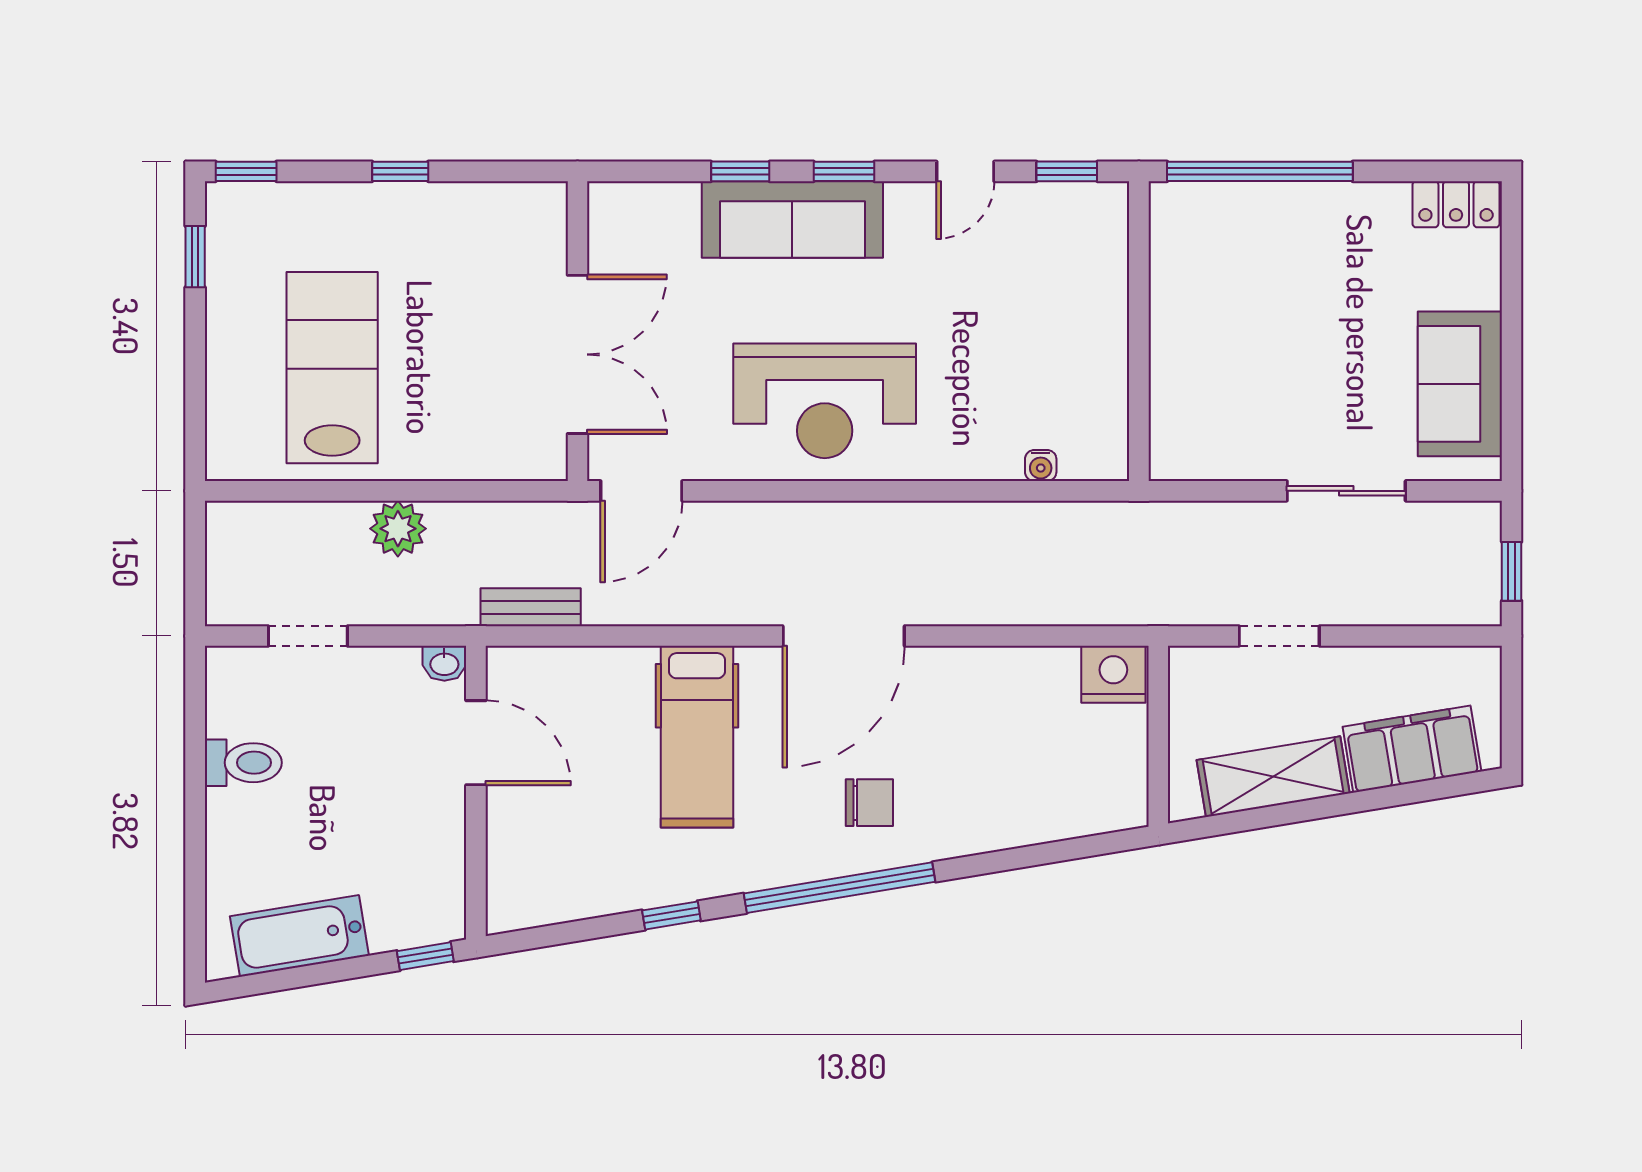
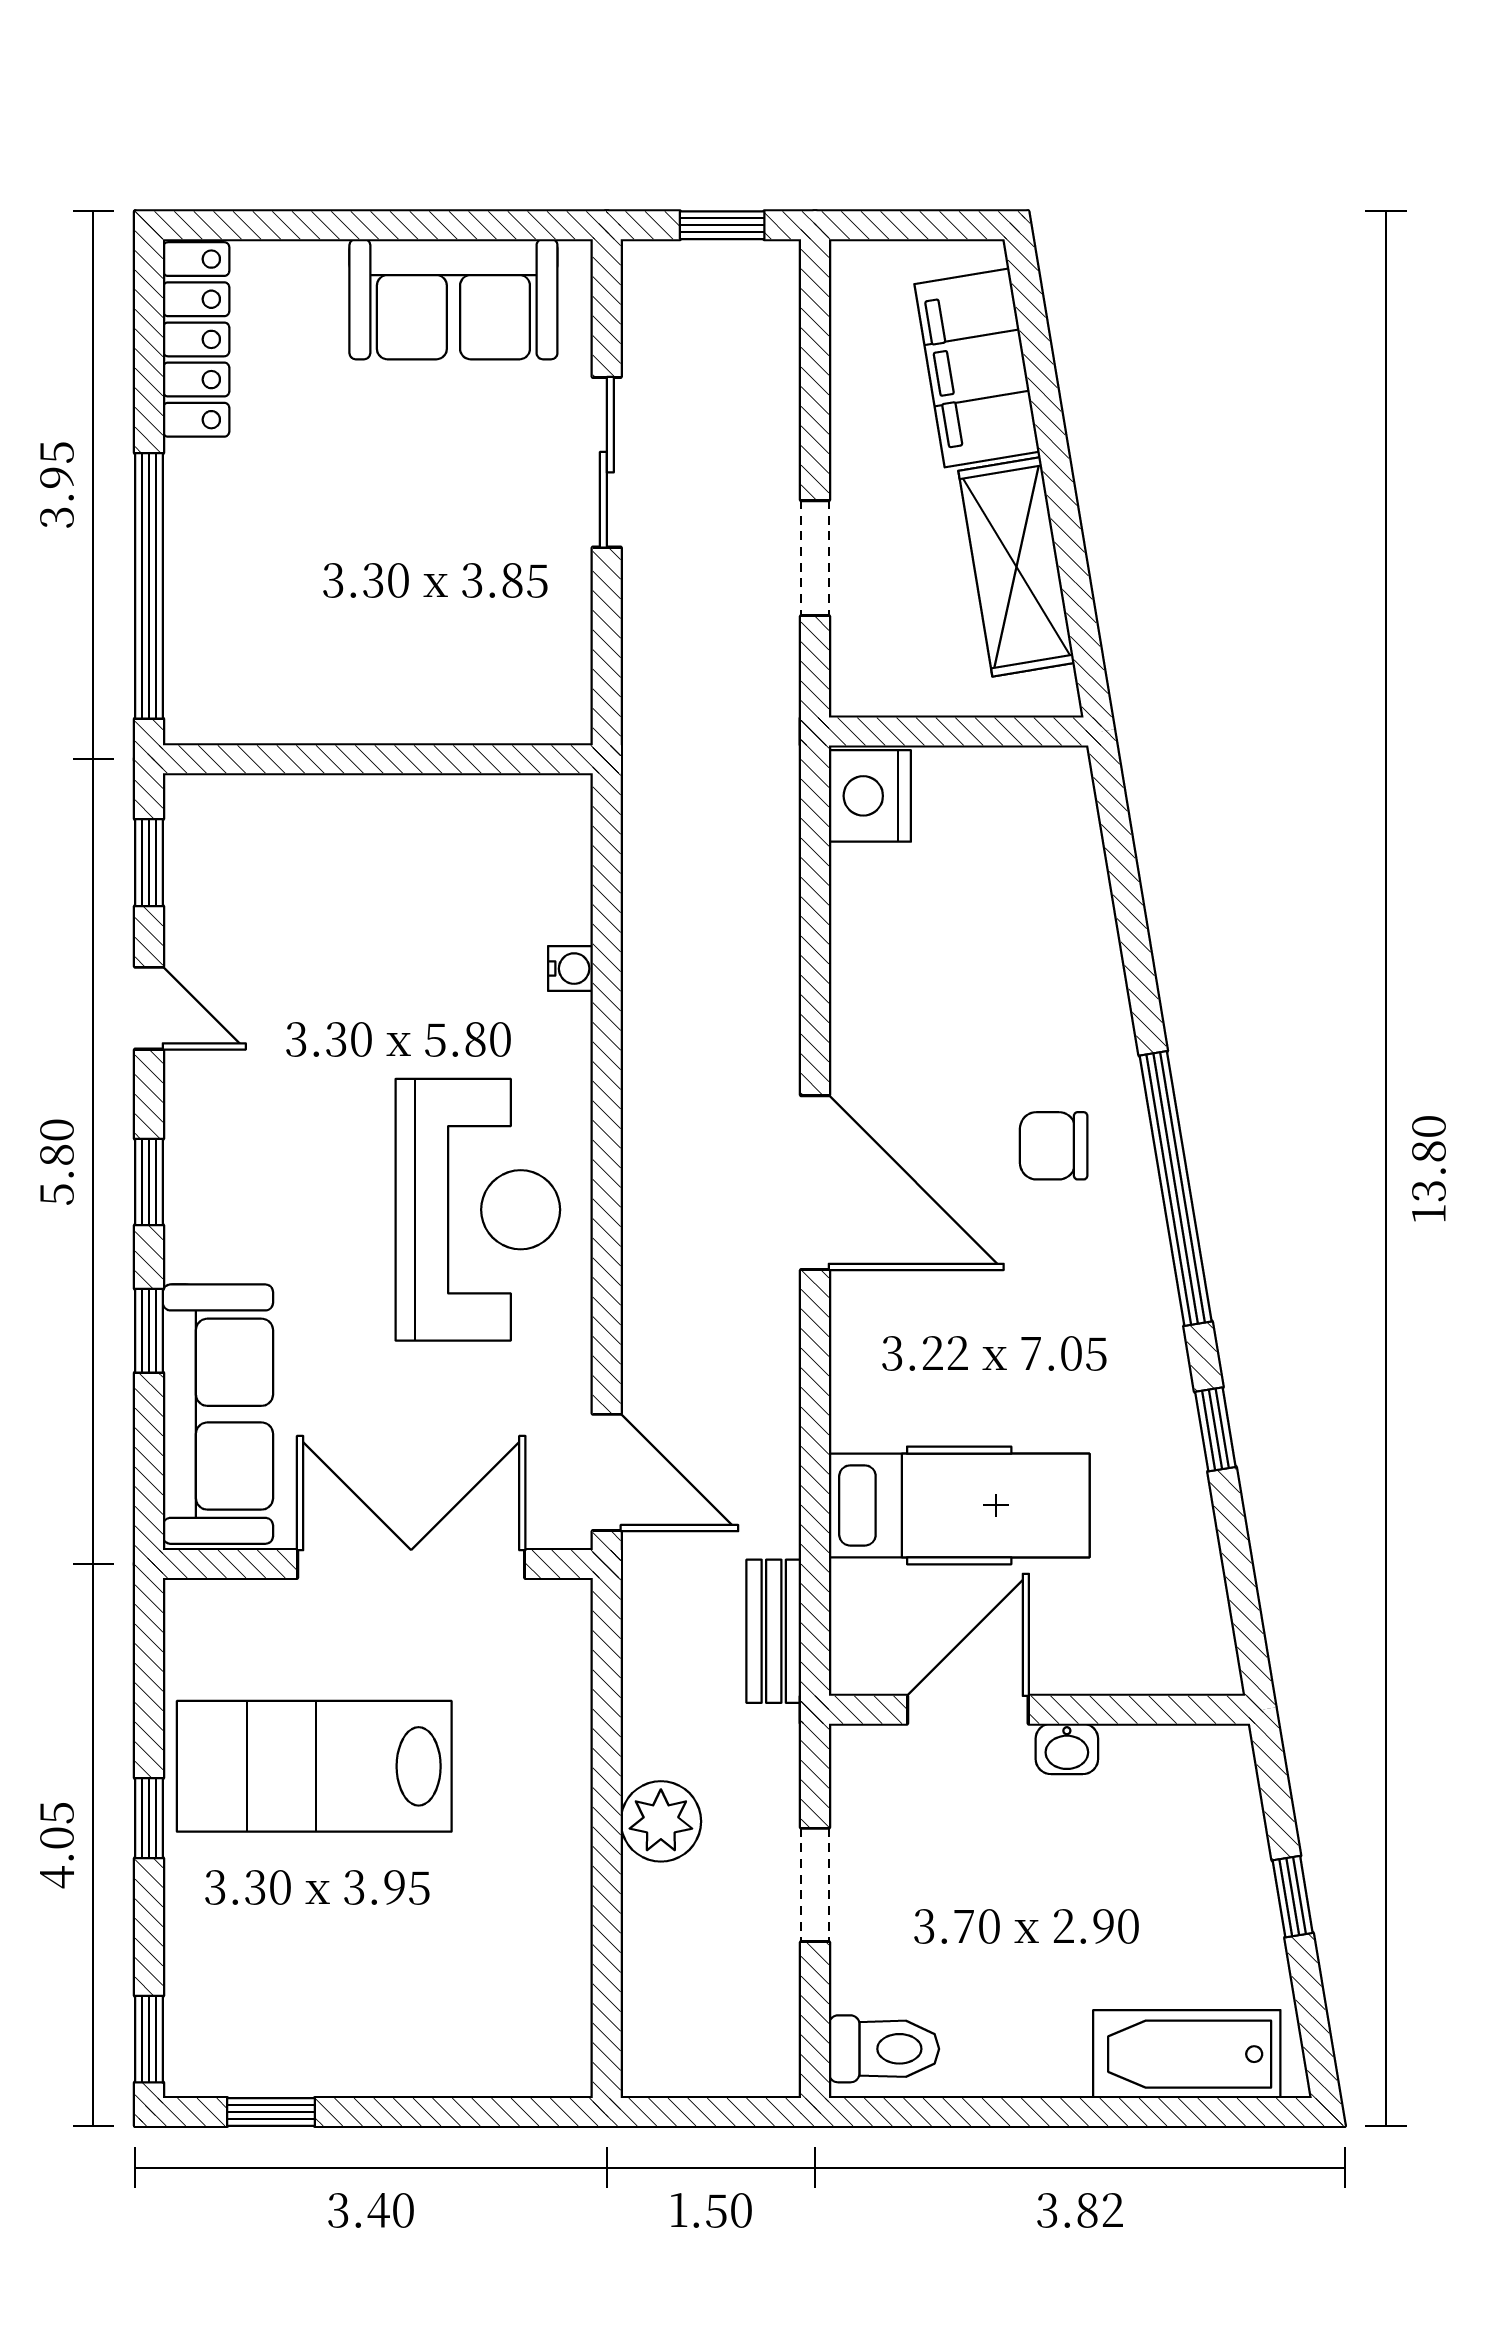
locker: (1456, 204) -> (196, 339), width x1.53
sofa: (792, 220) -> (218, 1414), moved
lab bench: (332, 368) -> (314, 1766), moved
water cooler: (1041, 466) -> (571, 969), moved
doorway: (308, 636) -> (815, 1885), moved
washbasin: (444, 663) -> (1067, 1749), moved, turned 90
hospital bed: (697, 737) -> (959, 1505), moved
toilet: (243, 763) -> (884, 2049), moved, turned 90
chair: (869, 803) -> (1054, 1146), turned -90
bathtub: (299, 936) -> (1187, 2054), moved, turned 99
window: (425, 956) -> (1293, 1897), moved

